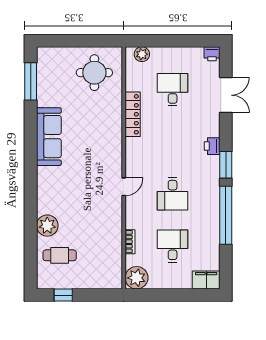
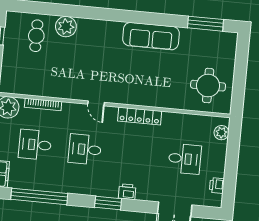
printer: (212, 54) -> (217, 186), moved
locker: (133, 114) -> (140, 116), moved
window: (226, 215) -> (39, 196), moved
bookcase: (130, 242) -> (43, 104), width x1.56
desk: (173, 246) -> (35, 145), turned 180

